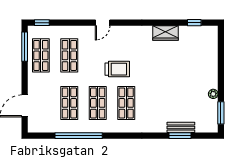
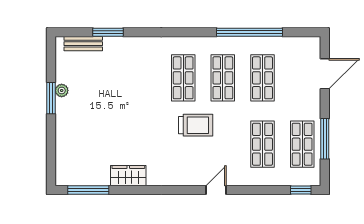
window: (194, 23) -> (88, 190), width x2.17
window: (25, 47) -> (325, 139), moved
trolley: (117, 69) -> (196, 125), turned 180
window: (221, 113) -> (51, 98), moved
bench: (181, 127) -> (83, 44), moved

